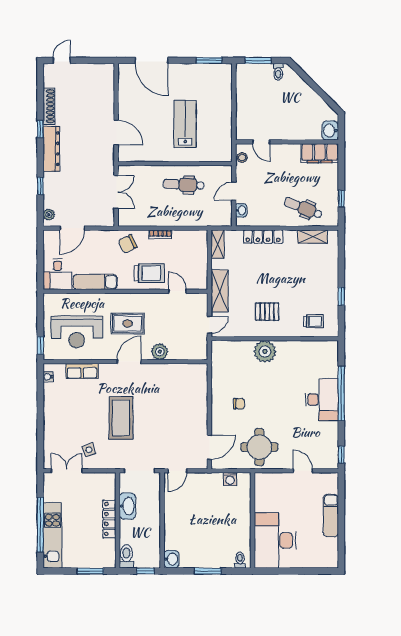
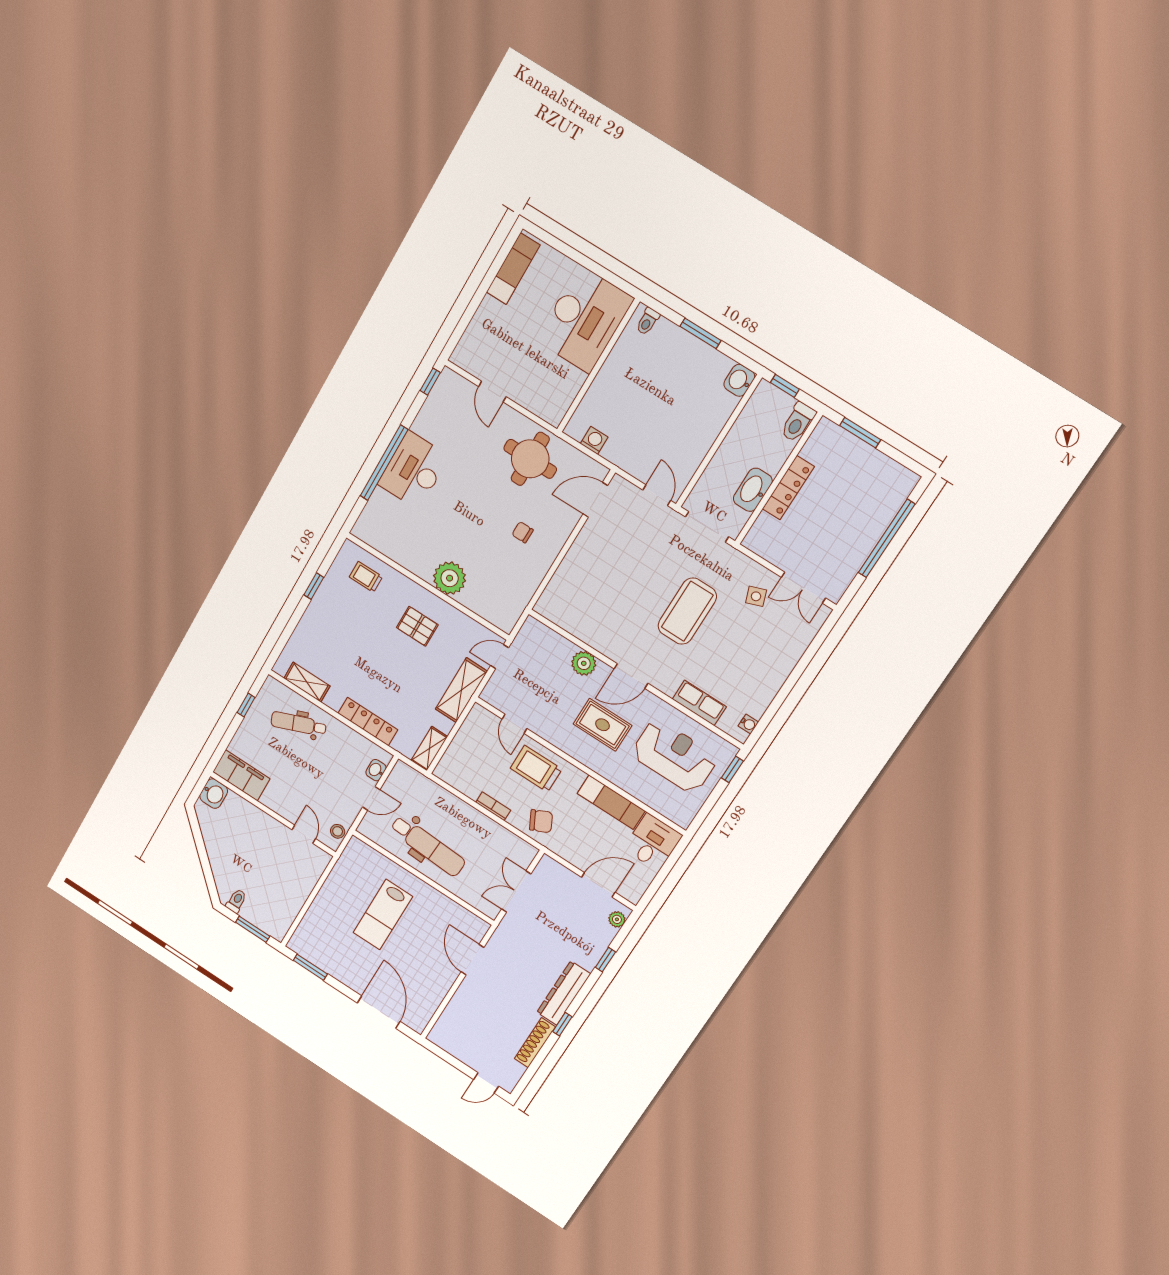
dental chair: (184, 185) -> (428, 846), width x1.36, depth x1.38
dental chair: (303, 208) -> (299, 724), turned 136
door: (177, 471) -> (657, 495), hinge flipped
exam couch: (331, 516) -> (513, 269), moved
kitchen unit: (52, 535) -> (880, 514), removed

